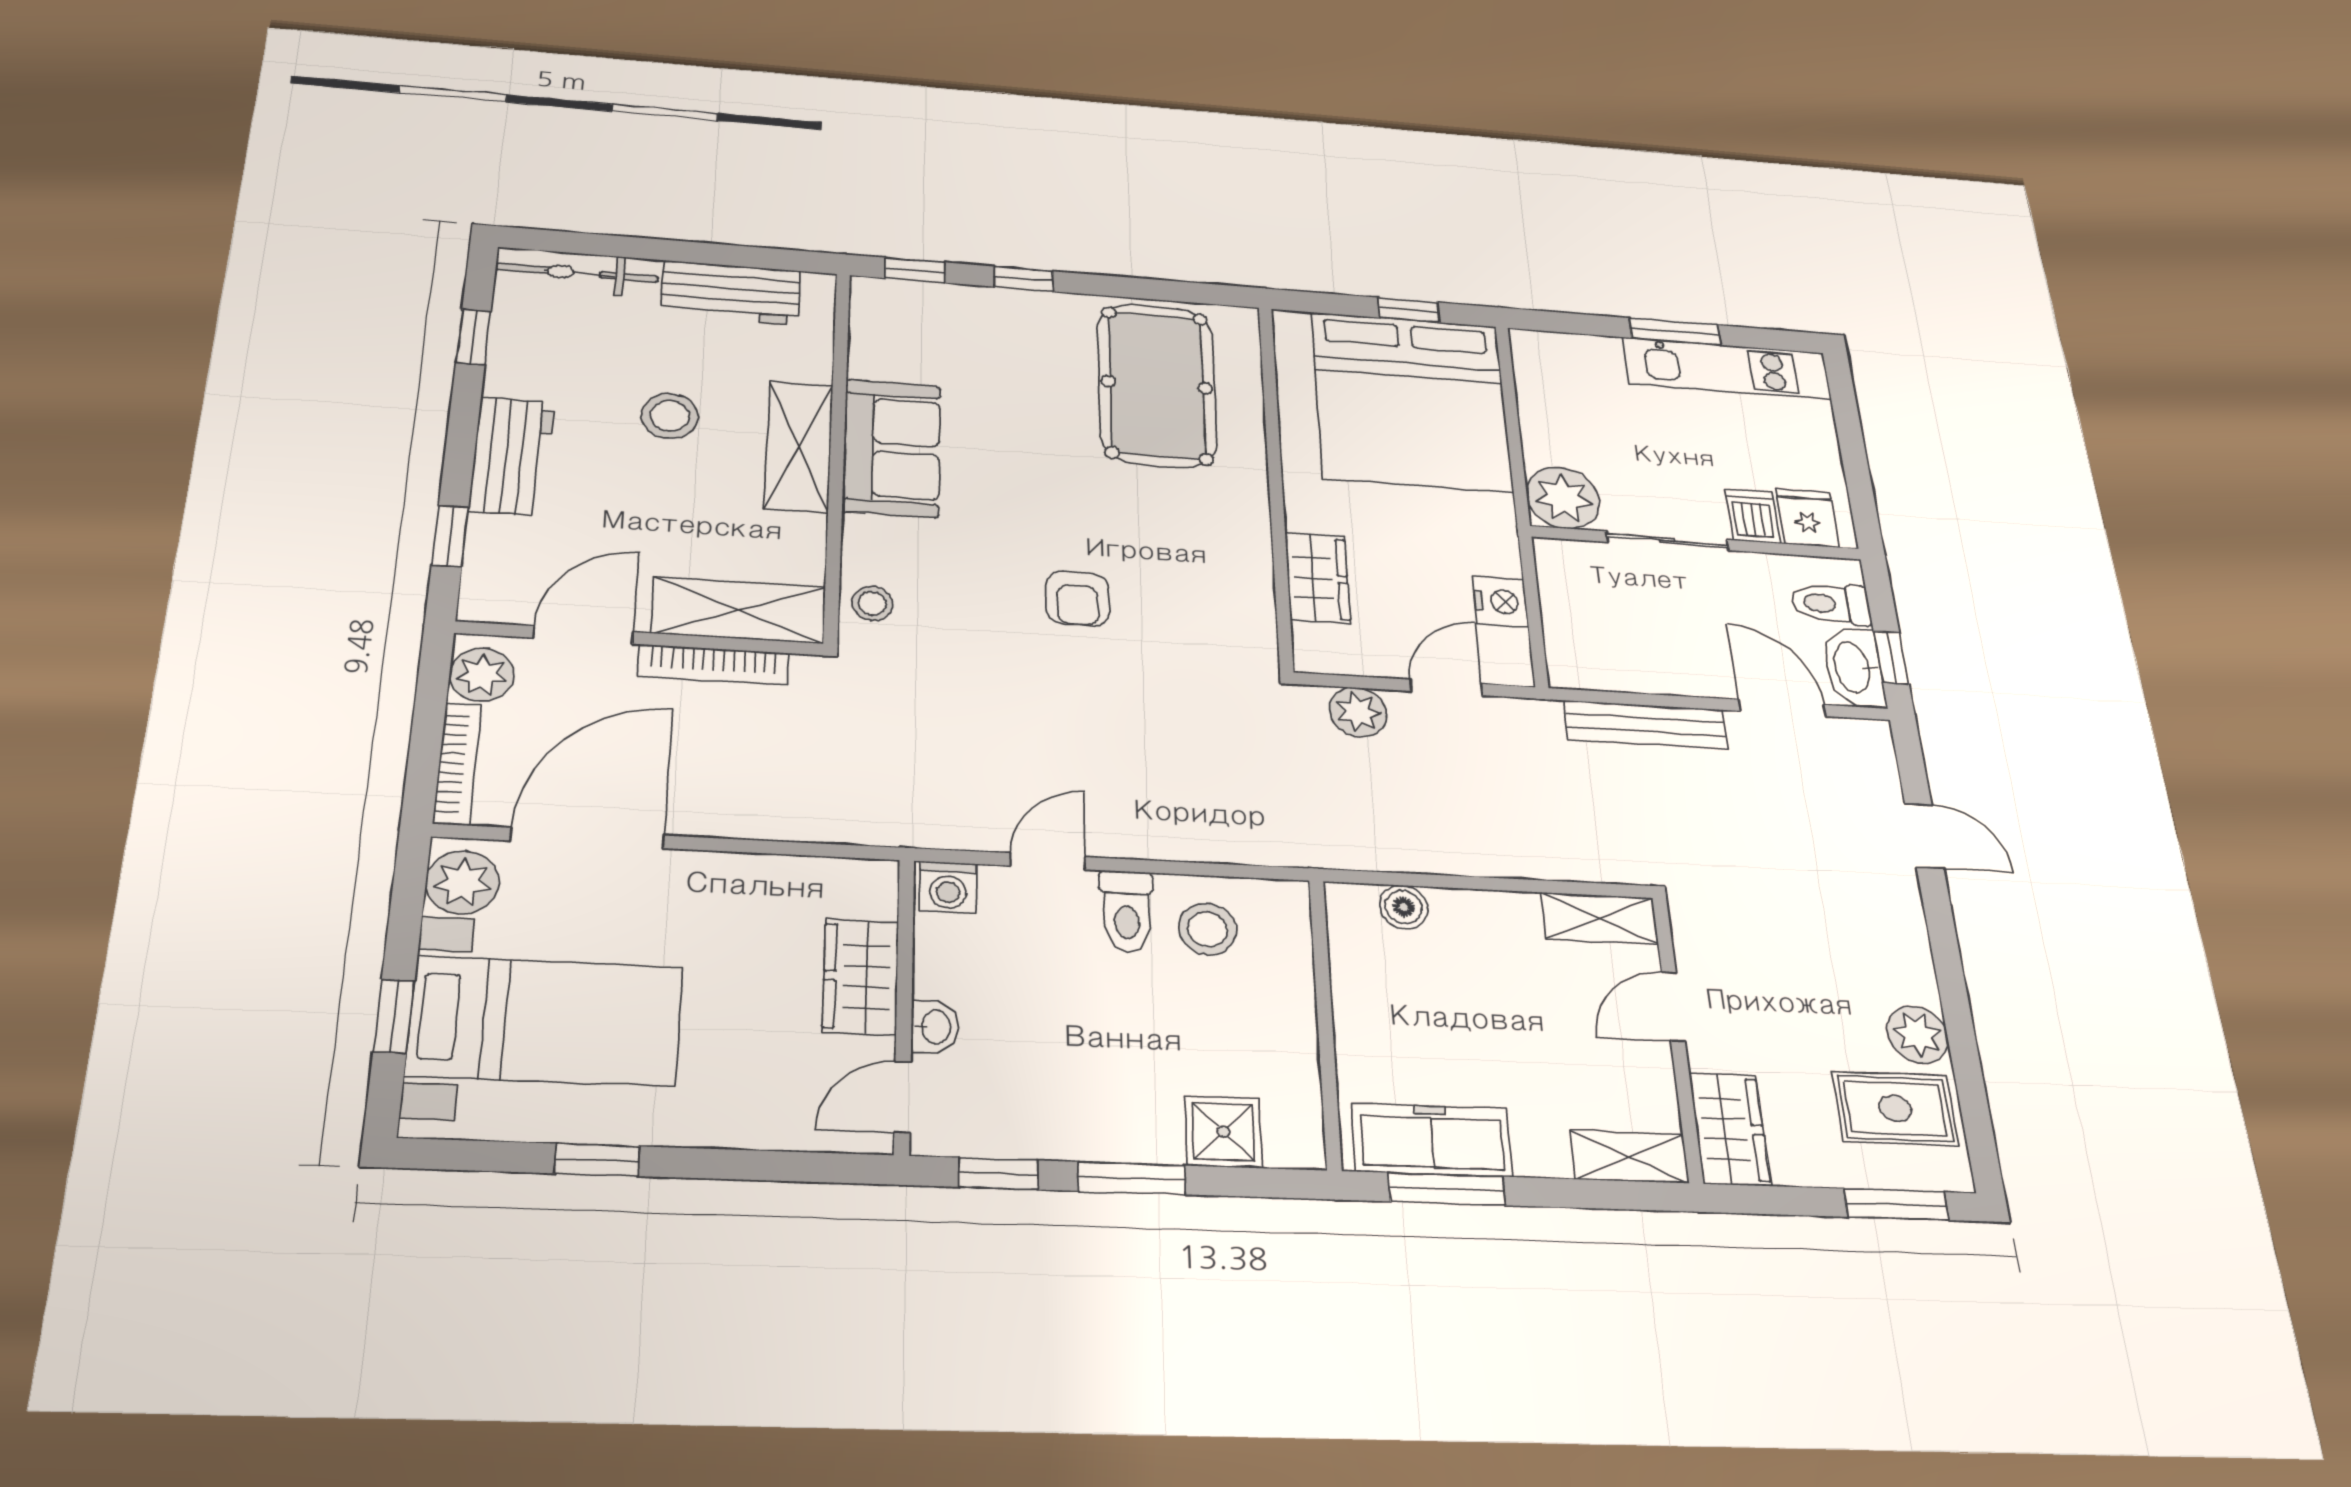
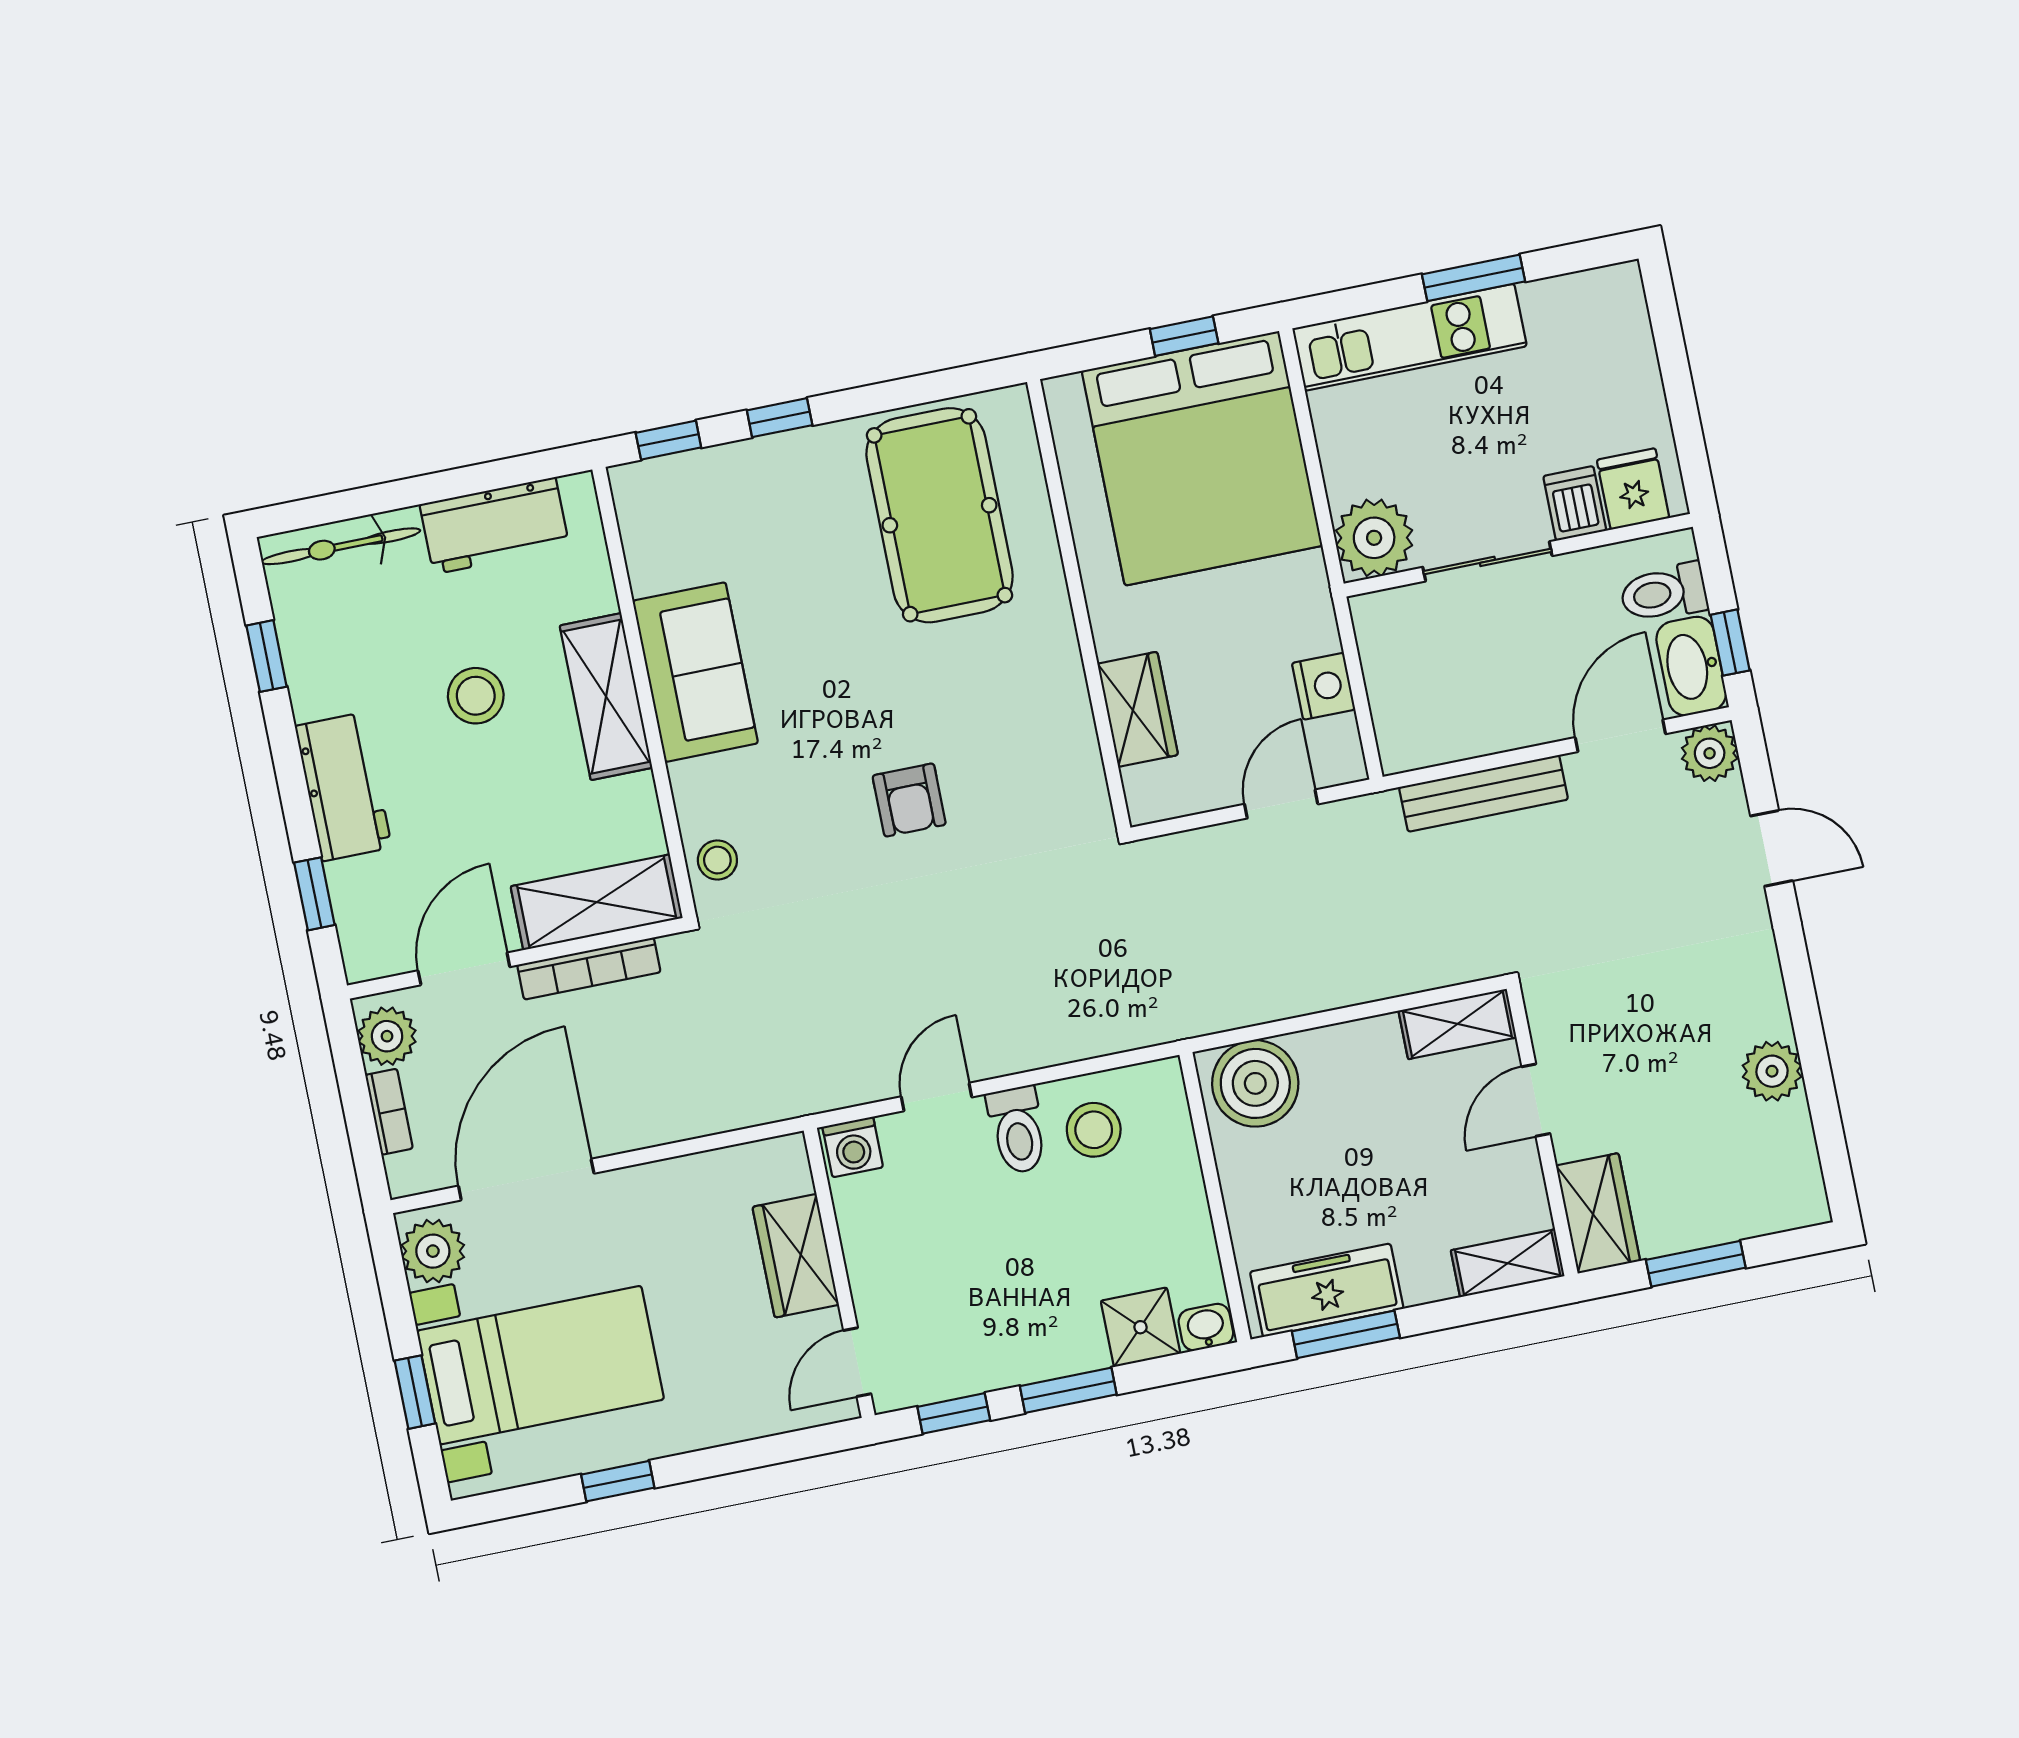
kitchen unit: (1727, 368) -> (1409, 337), moved
door: (1782, 708) -> (1620, 736), hinge flipped
plant: (1358, 712) -> (1710, 753), moved
bookcase: (458, 764) -> (389, 1112), width x0.64
boiler: (1404, 907) -> (1255, 1083), width x1.86, depth x1.86
washbasin: (935, 1027) -> (1206, 1327), moved, turned -90
rug: (1895, 1109) -> (1753, 1154), removed
window: (1896, 1204) -> (1696, 1264), moved

